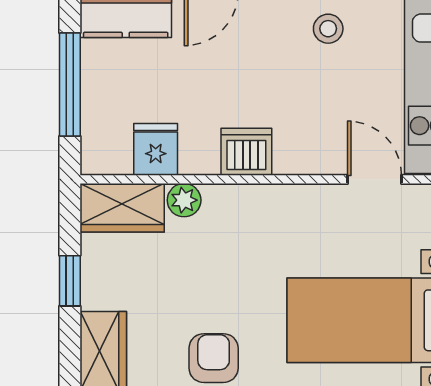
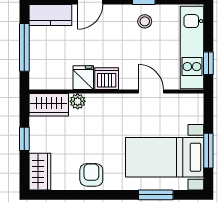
fridge: (156, 149) -> (83, 78), moved
door: (374, 179) -> (151, 92), moved

